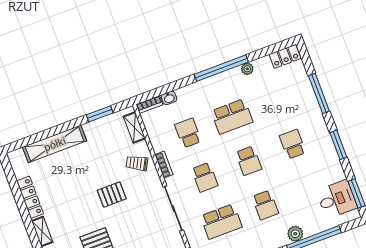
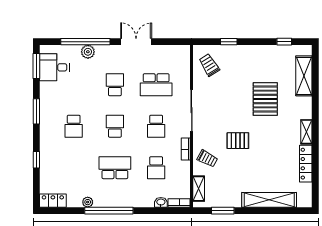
window: (319, 93) -> (36, 160), width x0.46
school desk: (205, 177) -> (156, 126), turned 180
school desk: (221, 222) -> (156, 85), turned 180
plant: (295, 234) -> (88, 52), moved

